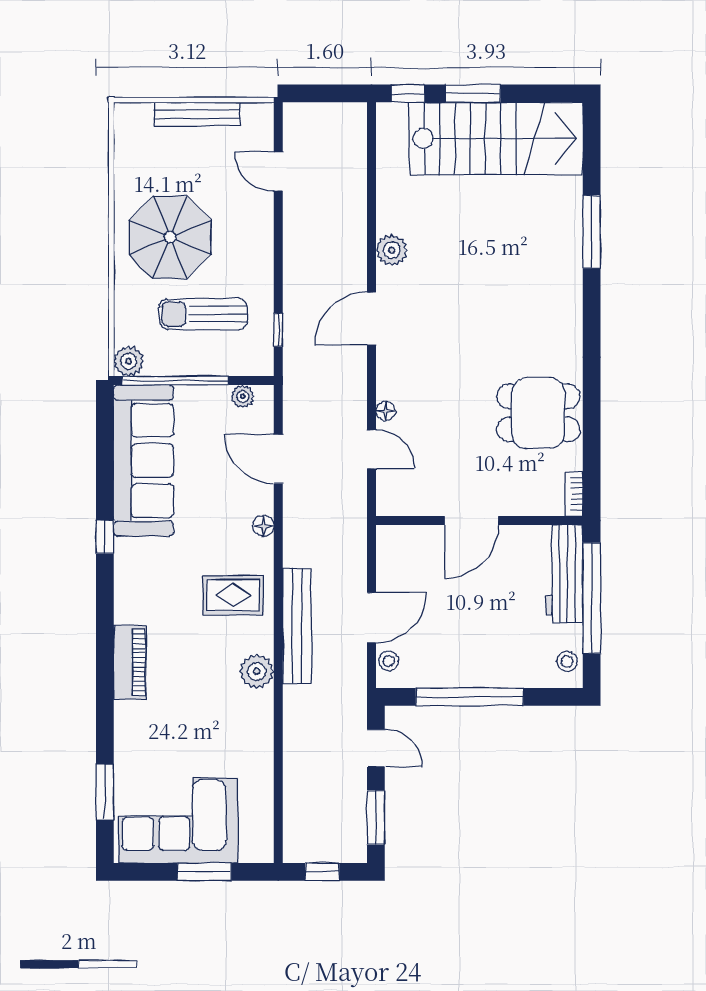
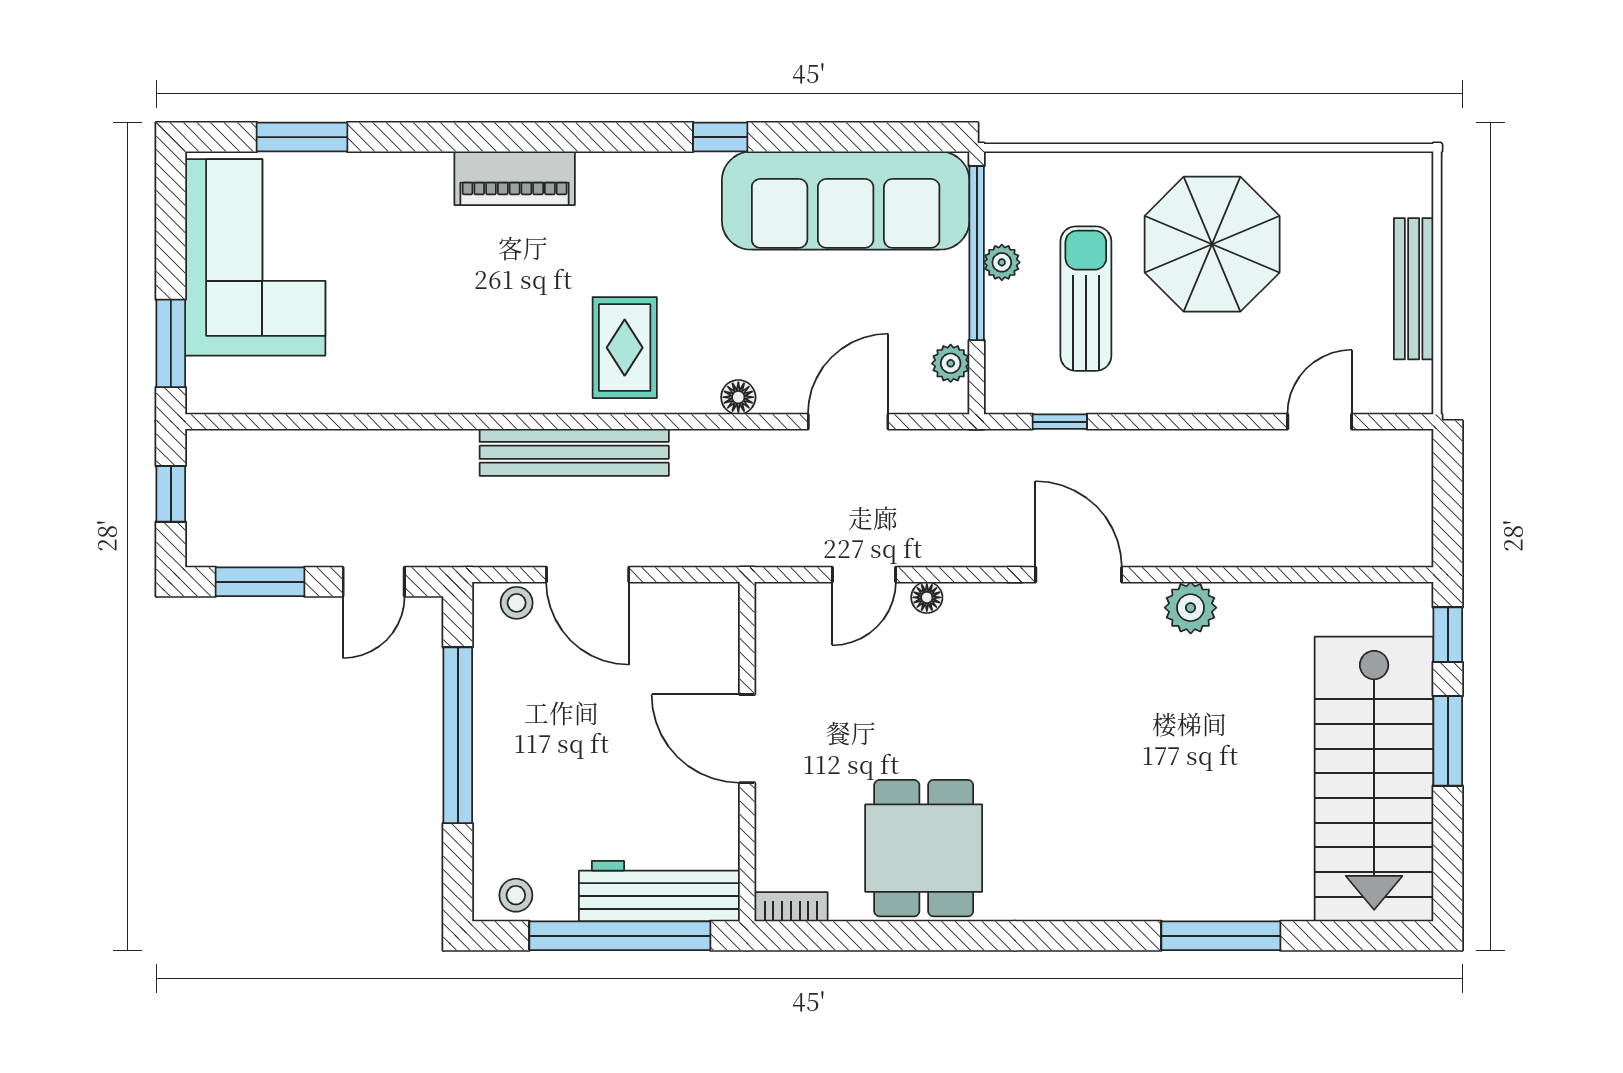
plant: (129, 361) -> (1002, 262), moved, width x0.73, depth x0.73
plant: (257, 671) -> (500, 386), removed
window: (204, 872) -> (171, 343), moved

